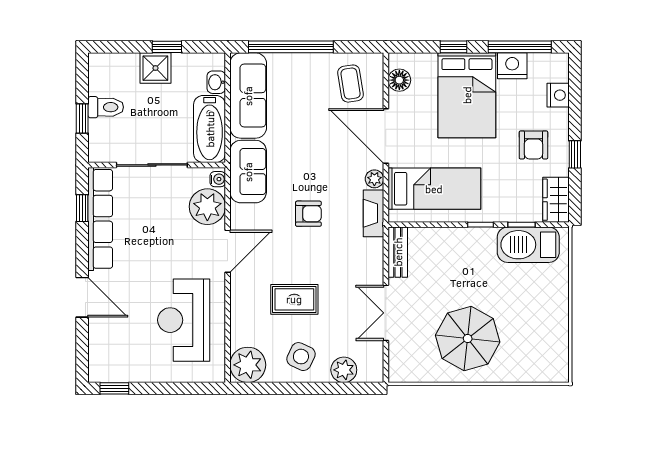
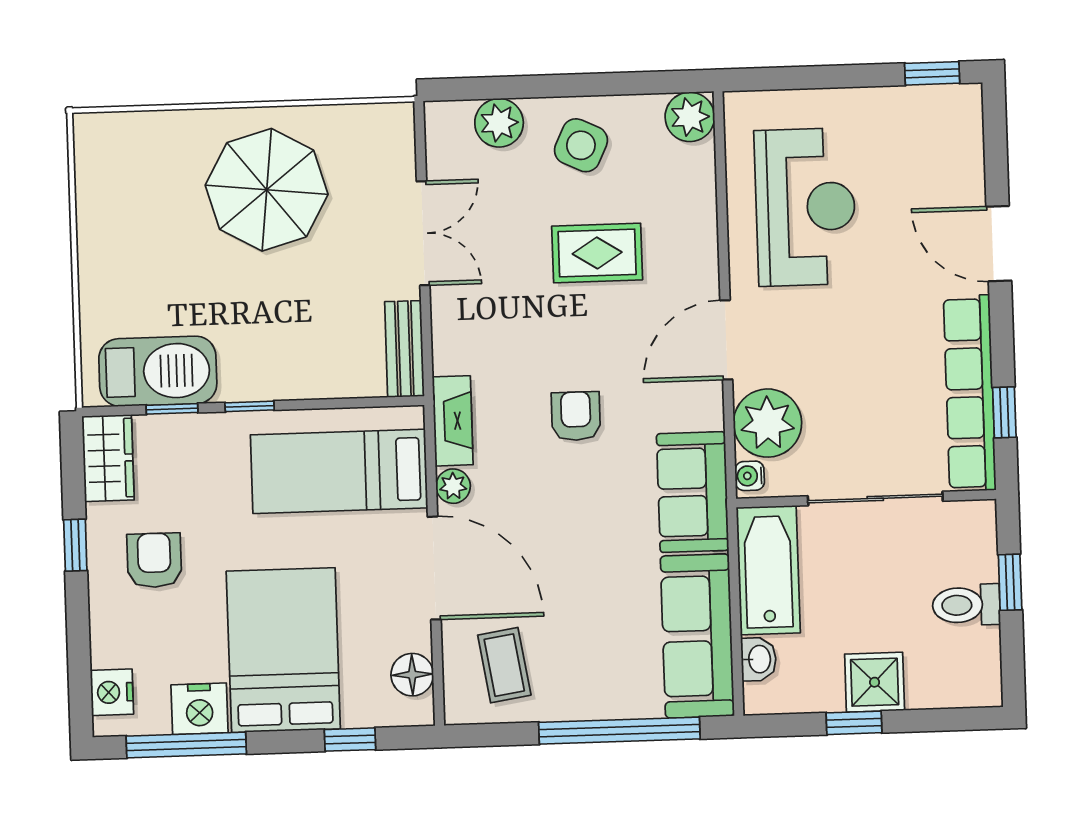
window: (454, 47) -> (350, 740), moved
nightstand: (558, 95) -> (112, 692), moved
armchair: (308, 214) -> (576, 416), turned 90
plant: (248, 365) -> (690, 117), width x0.73, depth x0.73

